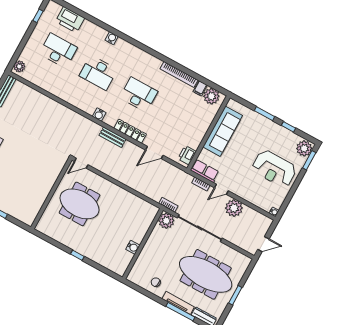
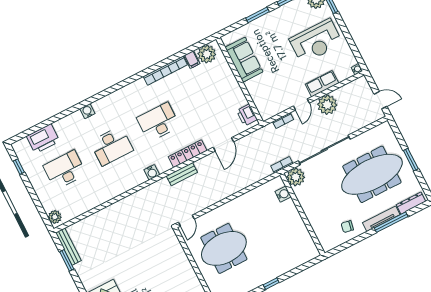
sofa: (223, 131) -> (244, 60), width x0.73
row of seats: (205, 171) -> (322, 84), moved
door: (263, 244) -> (380, 100), hinge flipped
water cooler: (133, 247) -> (283, 194), moved

